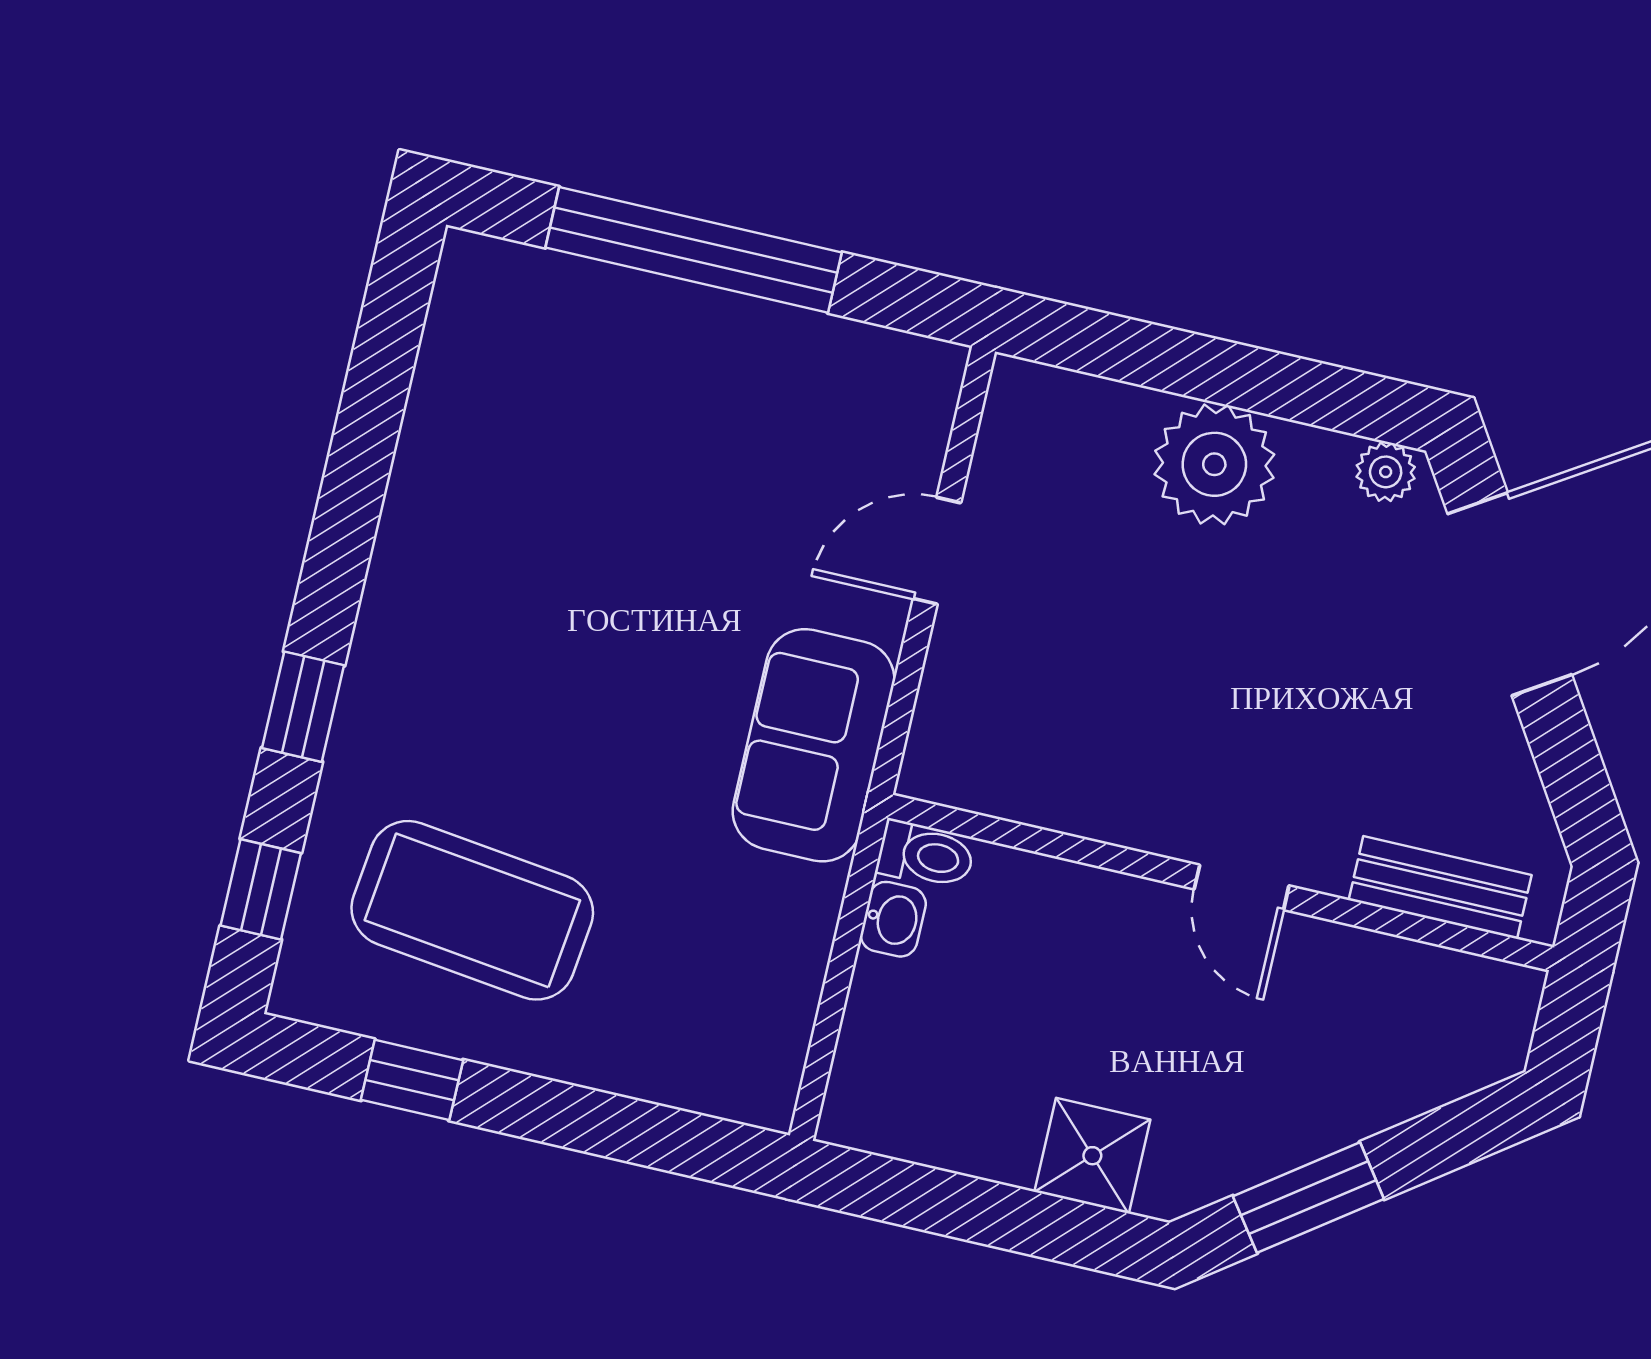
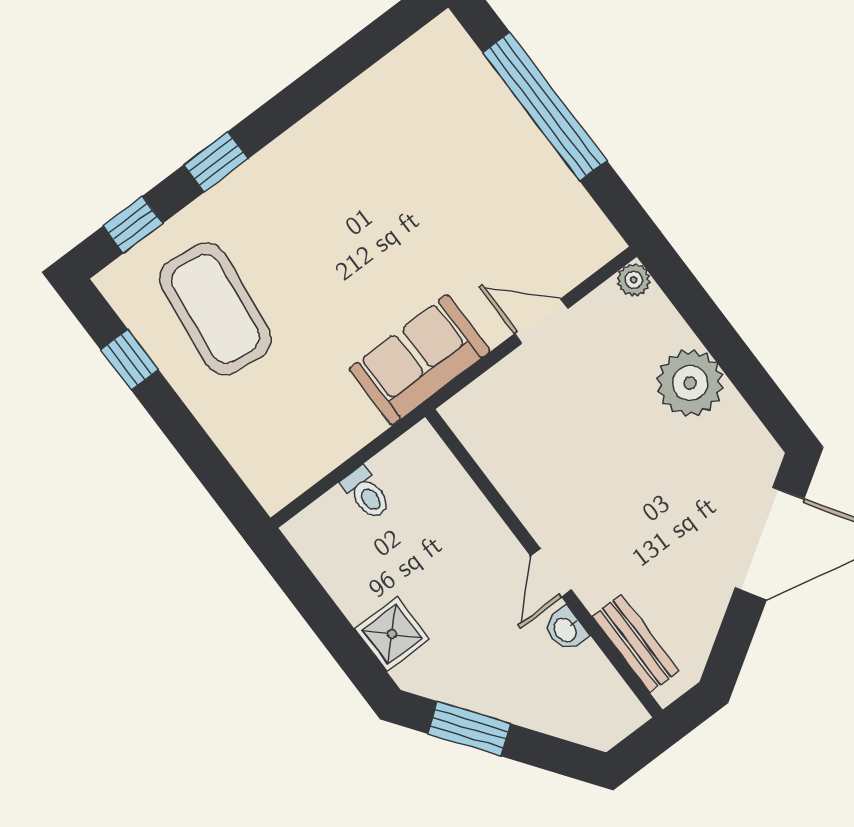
plant: (1386, 472) -> (634, 280), moved
toilet: (926, 855) -> (366, 493), moved
washbasin: (893, 919) -> (566, 629), moved, turned 90

